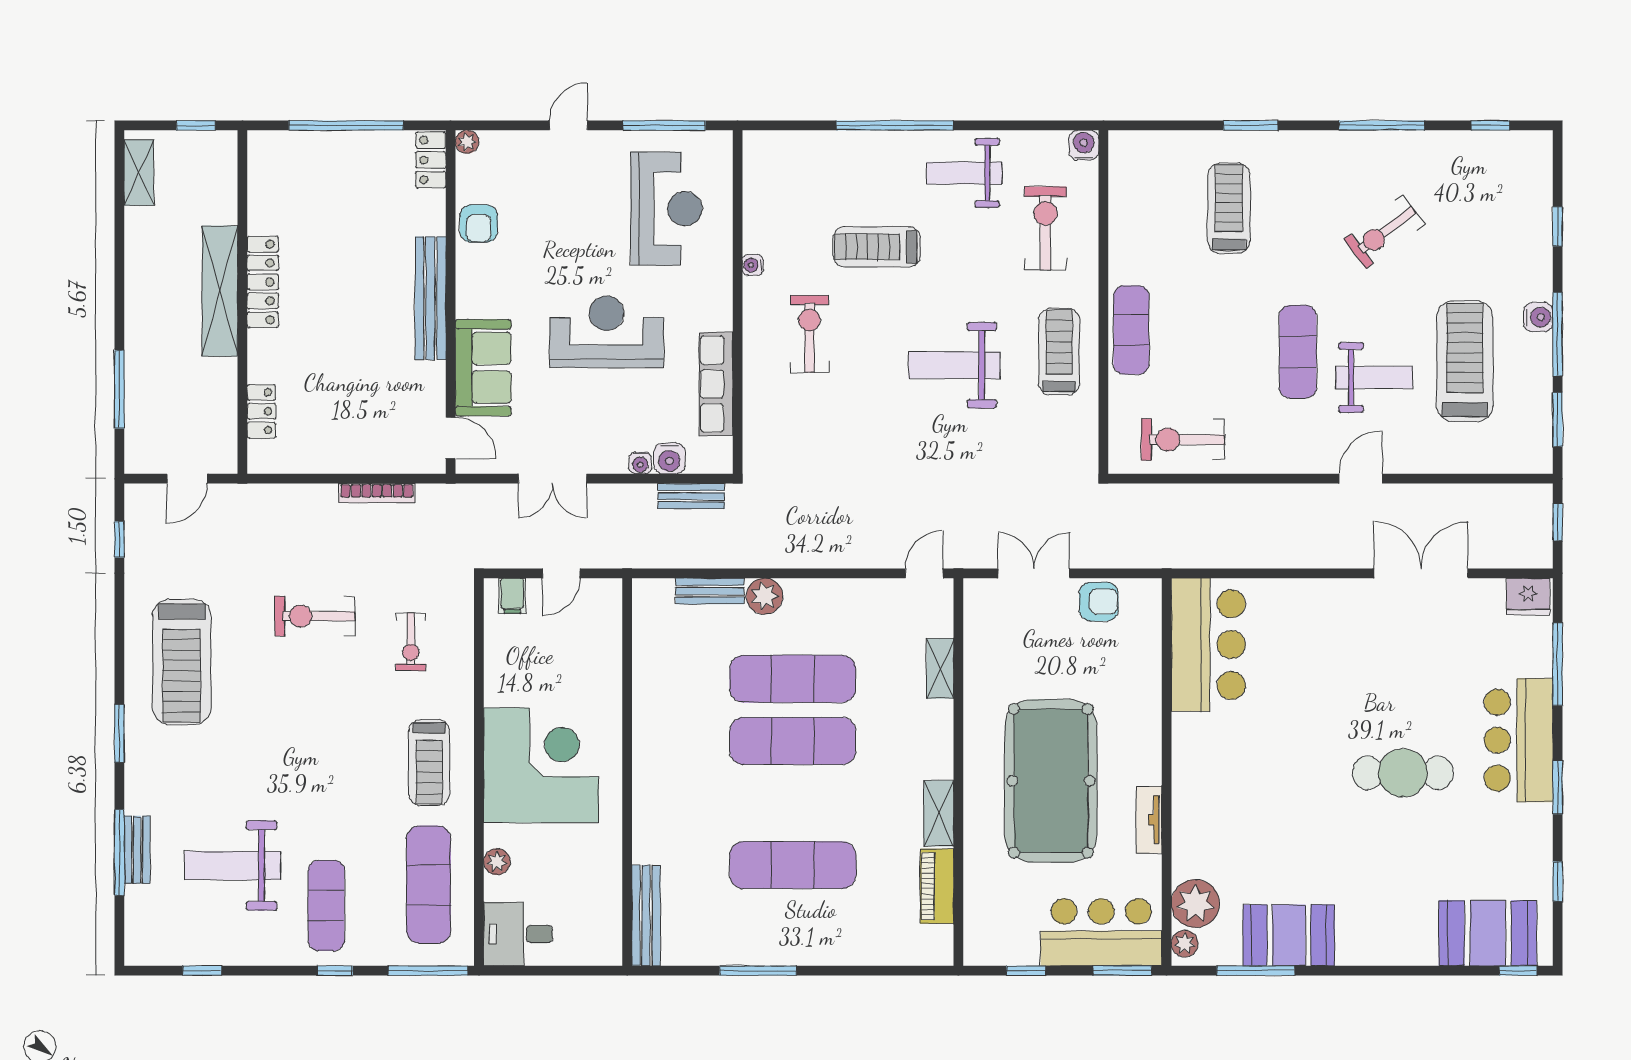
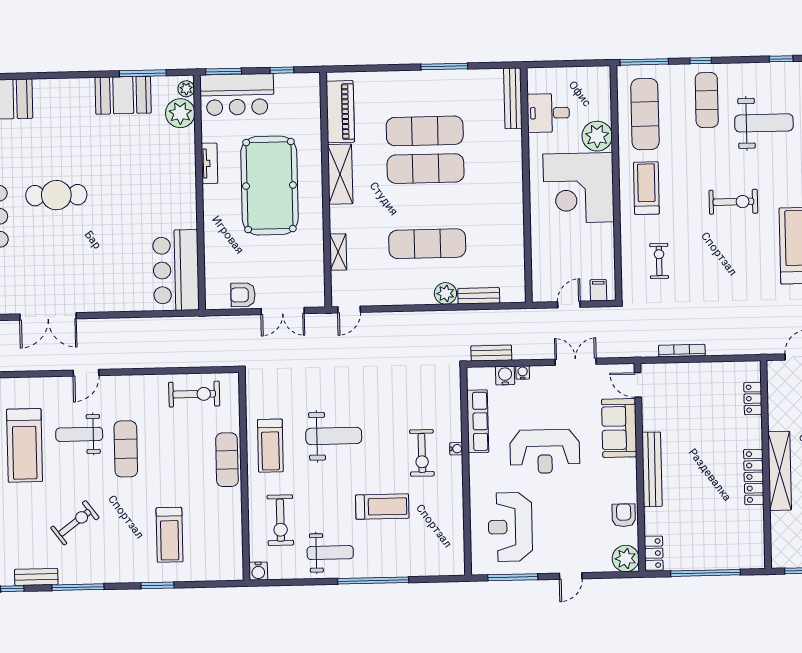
plant: (467, 142) -> (626, 559), width x1.88, depth x1.88
bench: (1450, 144) -> (36, 577), added
water cooler: (753, 265) -> (456, 449), moved
exercise bike: (315, 616) -> (733, 202), moved
exercise mat: (793, 741) -> (426, 169), moved
shelving: (939, 813) -> (340, 174), width x1.50, depth x1.33
plant: (497, 862) -> (597, 136), width x1.87, depth x1.87
piano: (937, 886) -> (340, 112), width x1.37, depth x1.33
desk: (518, 934) -> (548, 113), moved, turned 180

